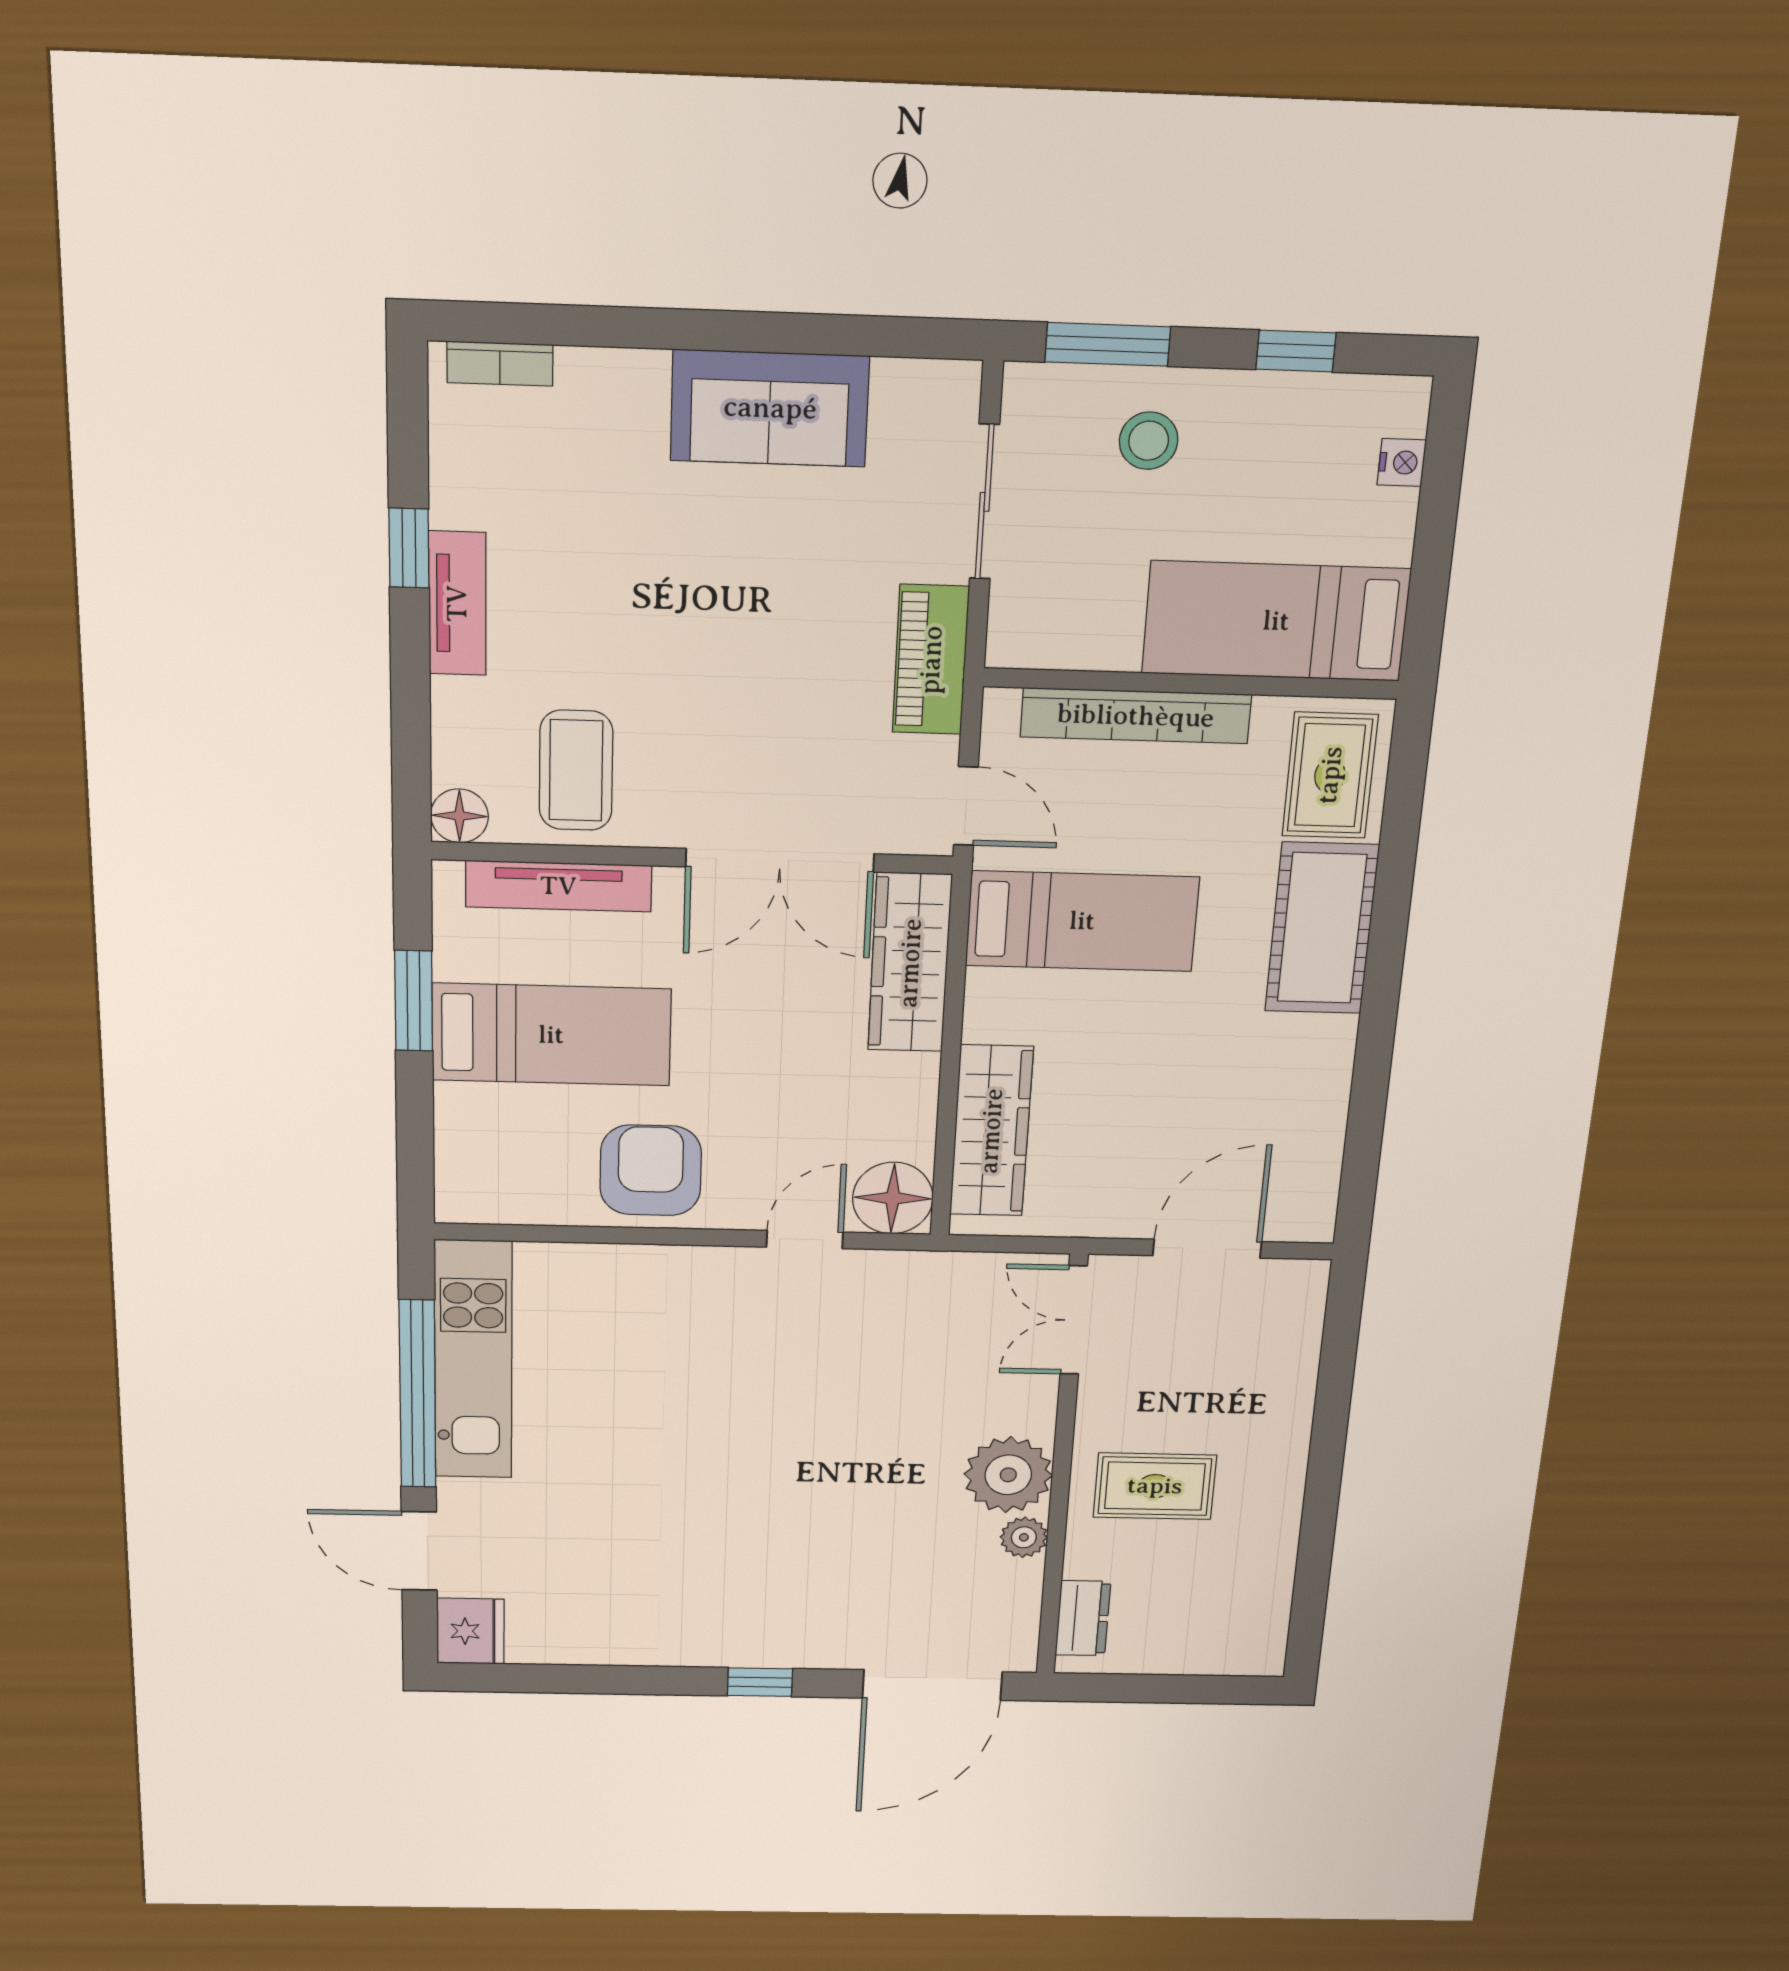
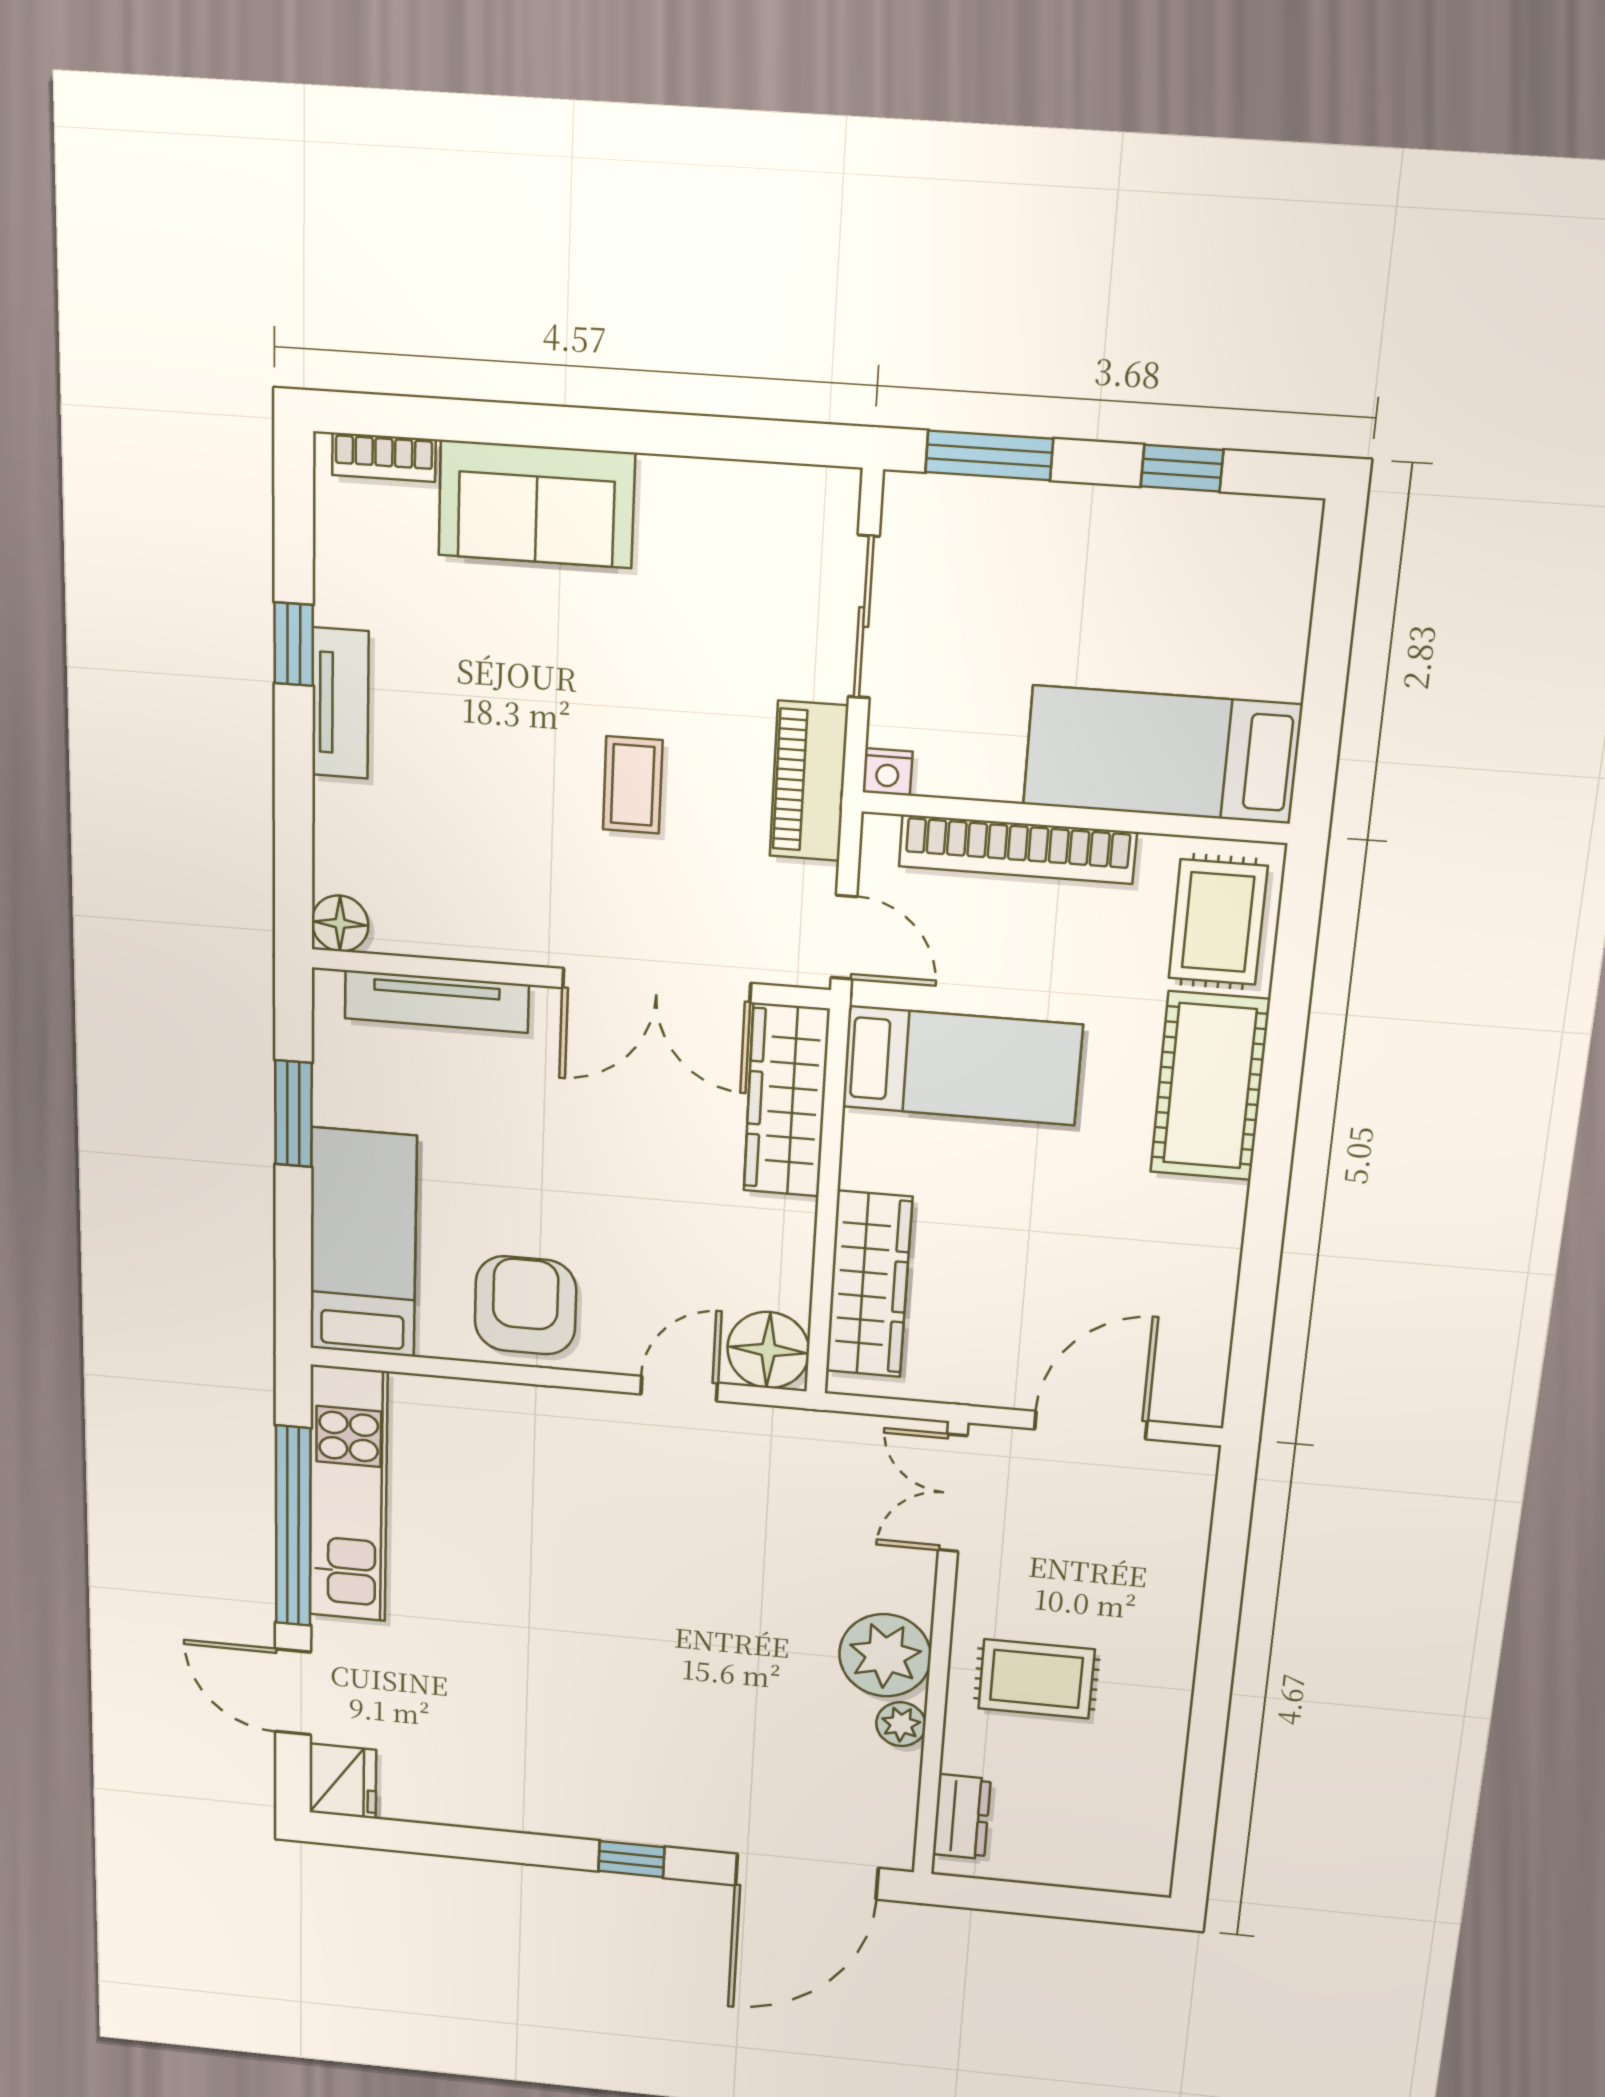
sofa: (770, 408) -> (536, 504), moved
stool: (1149, 441) -> (1031, 558), removed
nightstand: (1402, 462) -> (887, 772), moved, turned 90
coffee table: (576, 770) -> (633, 785), moved, width x0.73, depth x0.77
bed: (551, 1035) -> (363, 1243), moved, turned -90

